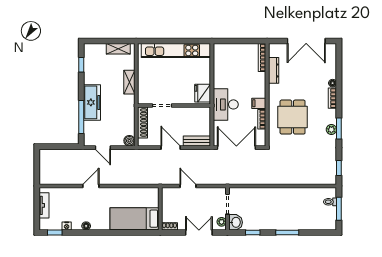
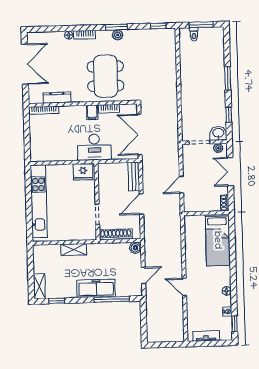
shelving: (118, 49) -> (39, 286), moved
dining table: (293, 117) -> (106, 76), width x1.38

